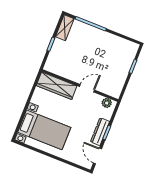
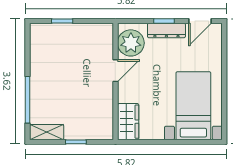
wardrobe: (57, 86) -> (128, 122), width x0.67
door: (87, 88) -> (115, 71), swing flipped
plant: (107, 103) -> (131, 43), width x1.88, depth x1.88

